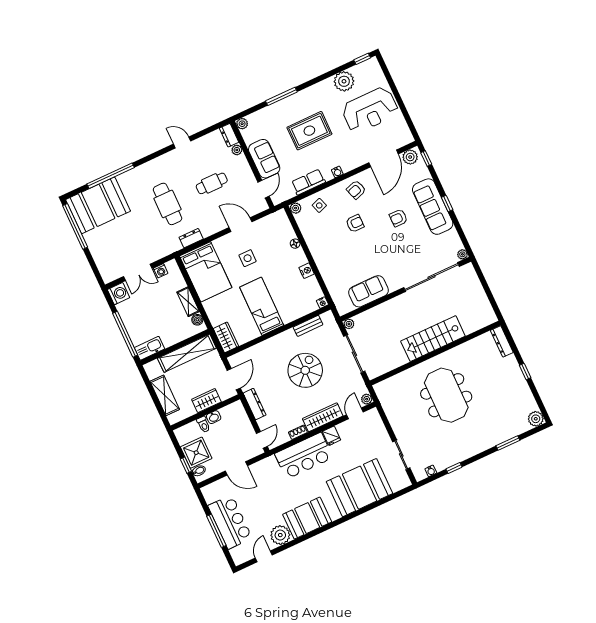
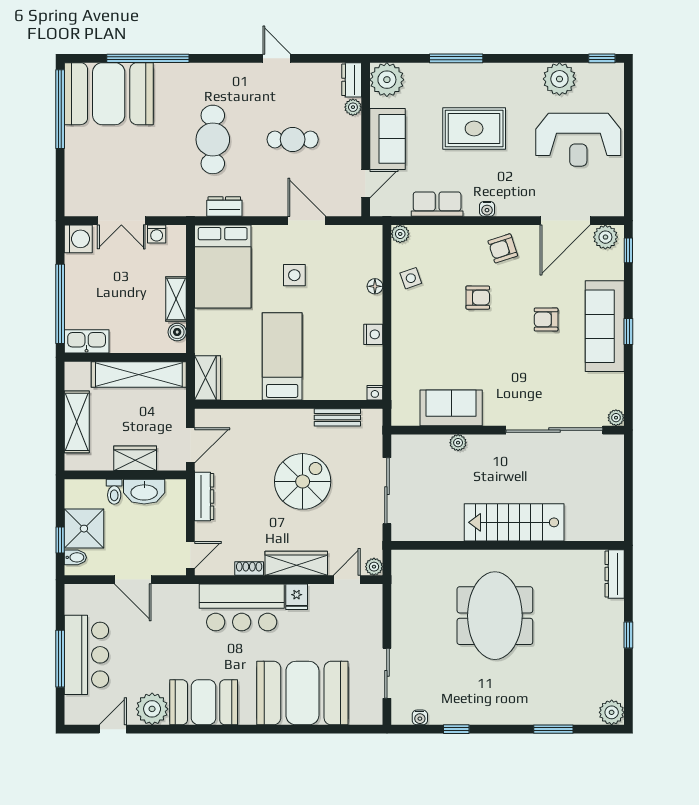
plant: (242, 124) -> (387, 80), width x1.88, depth x1.88
side table: (319, 205) -> (411, 278), moved
plant: (349, 324) -> (458, 443), moved
washbasin: (214, 417) -> (144, 492), width x1.91, depth x1.45

